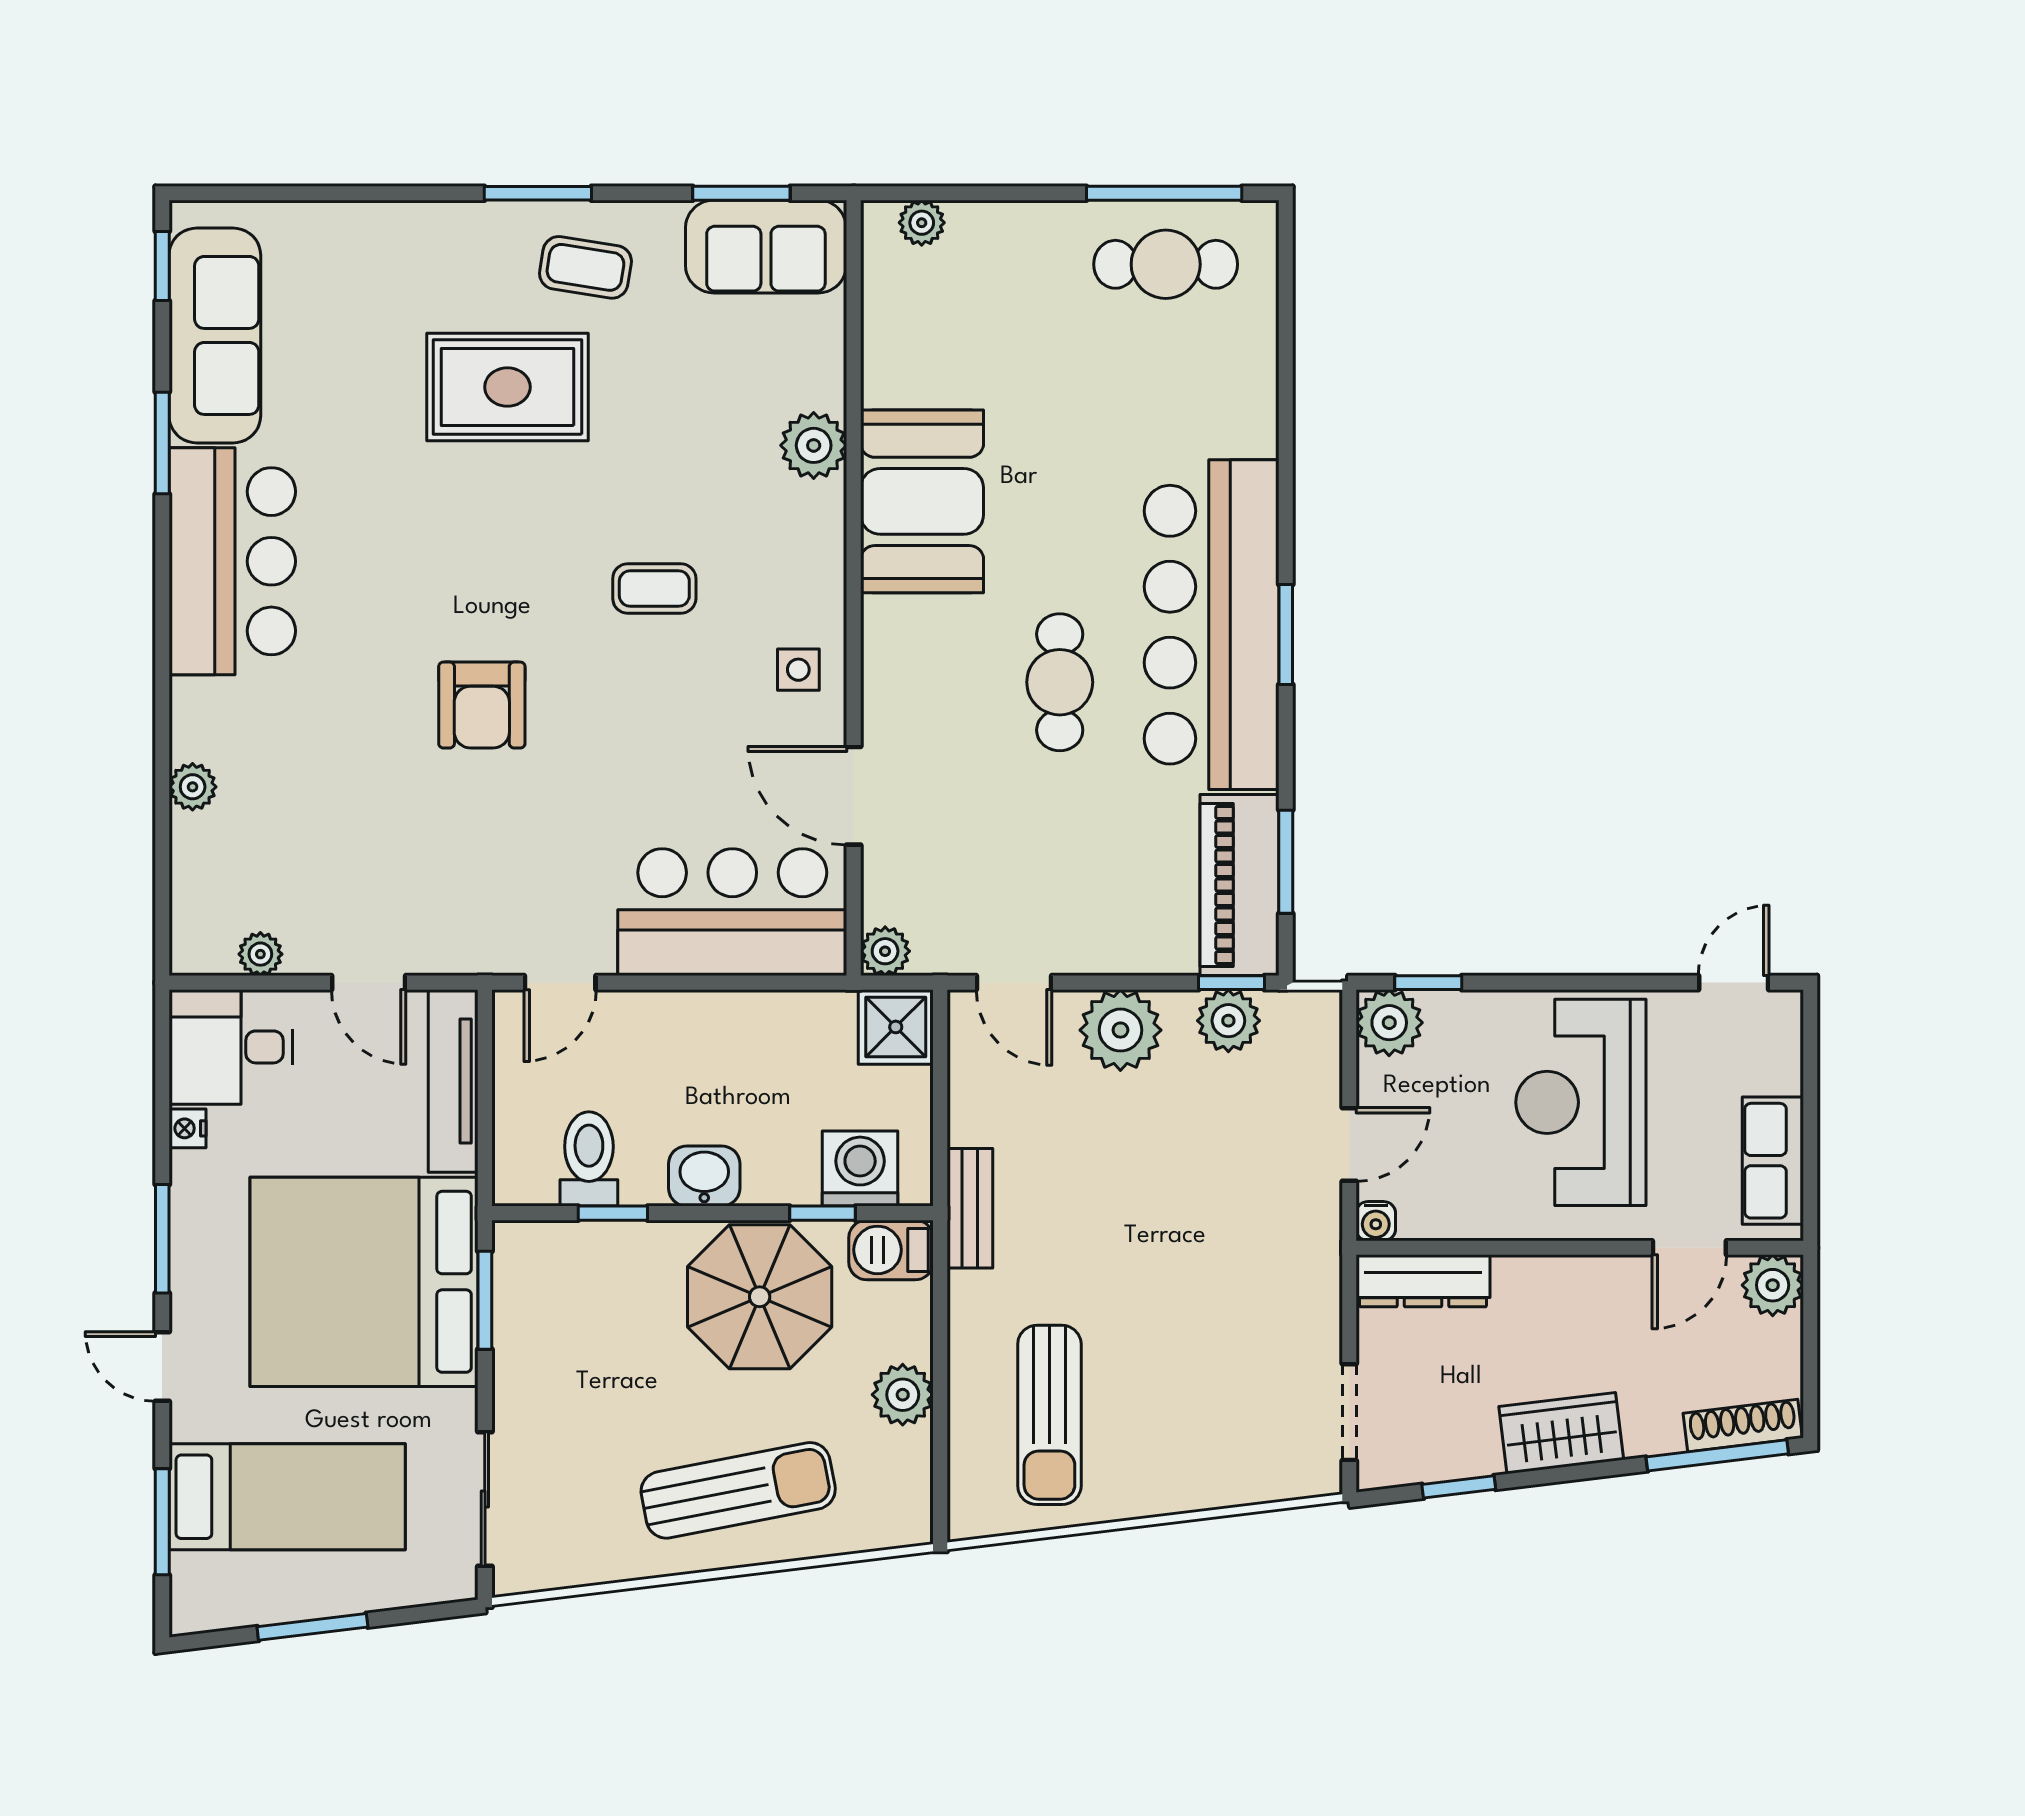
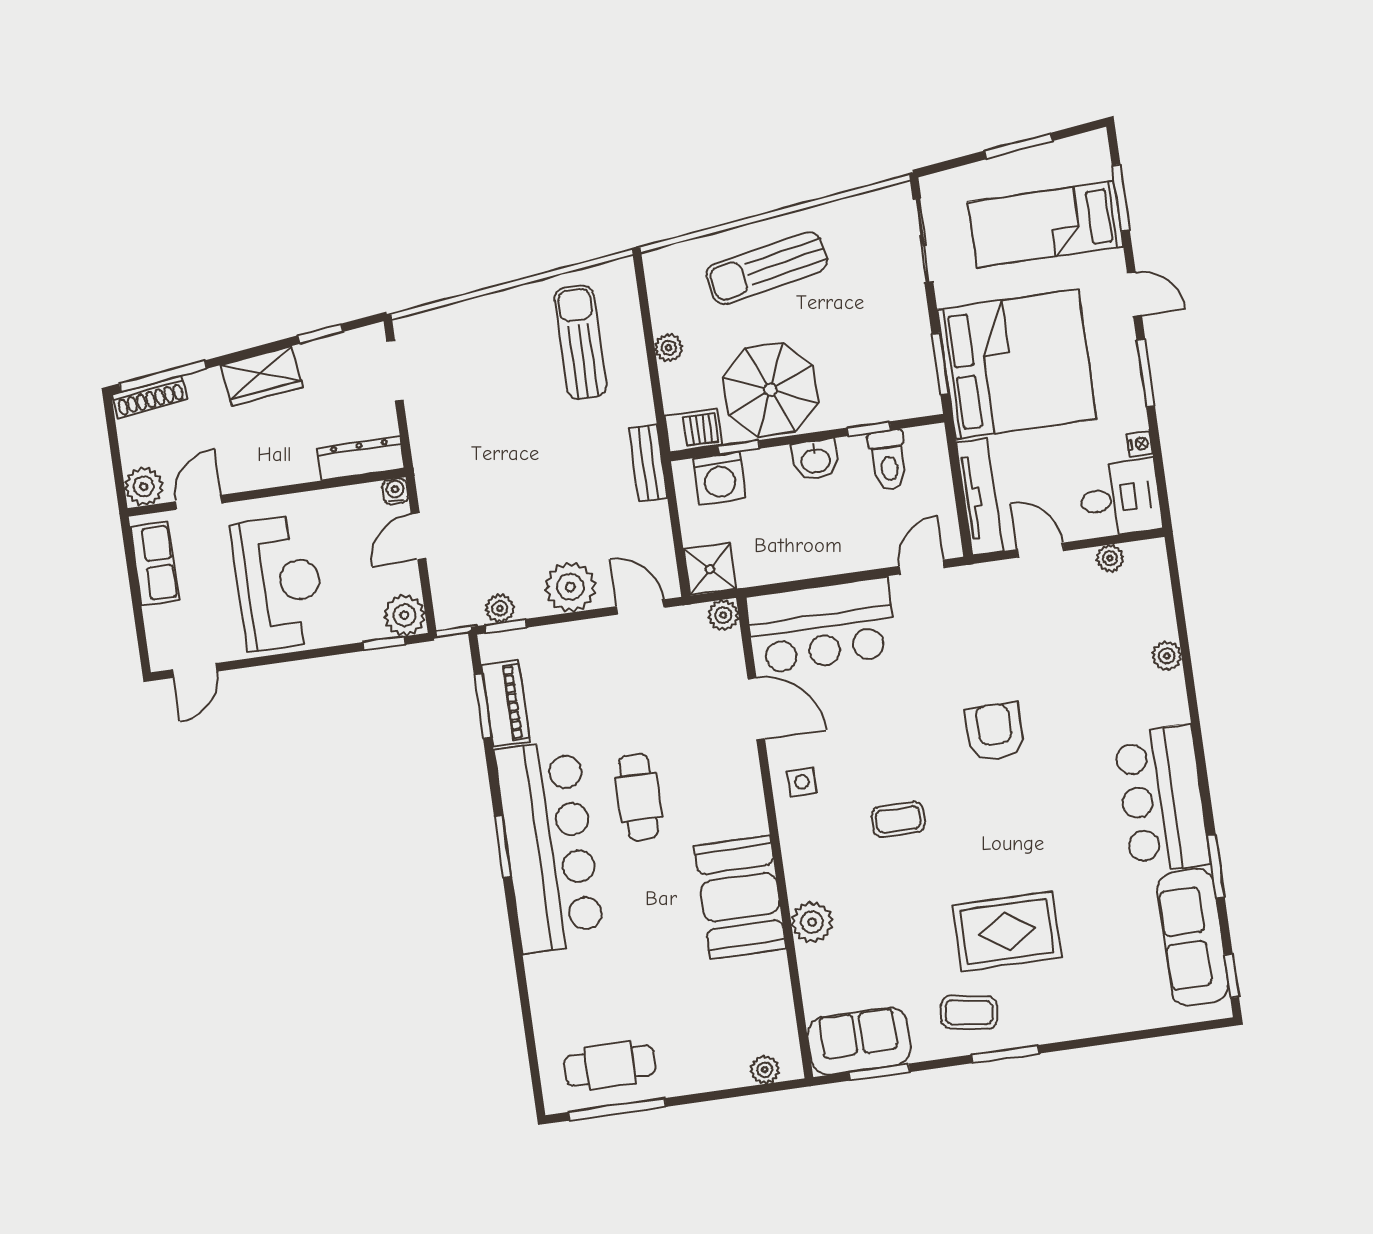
piano: (1239, 885) -> (506, 703), width x0.73, depth x0.75
plant: (1228, 1021) -> (500, 608), width x0.73, depth x0.73
plant: (903, 1395) -> (669, 348), width x0.73, depth x0.73

